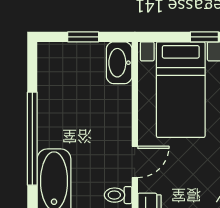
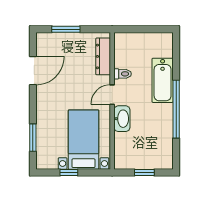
washbasin: (119, 63) -> (122, 119), moved

